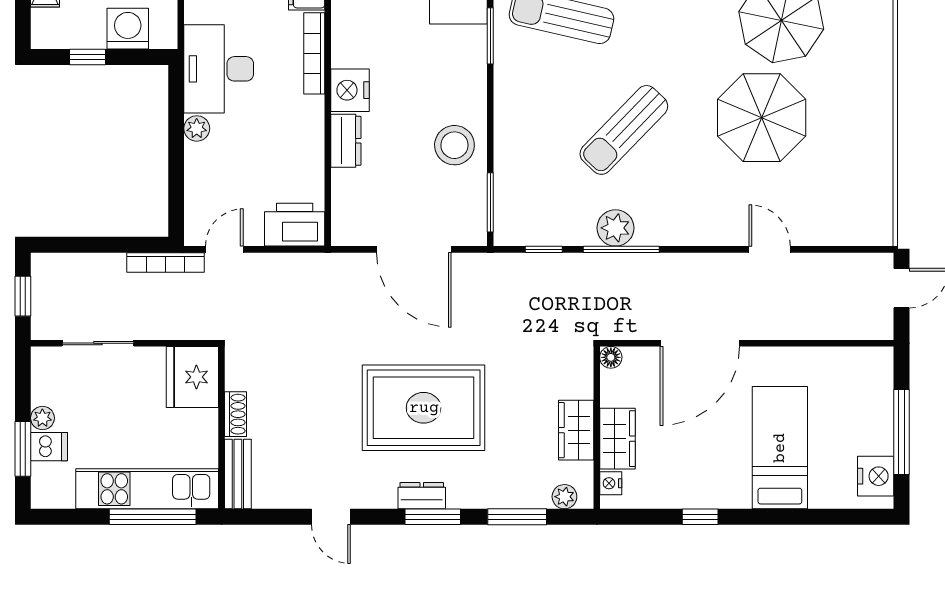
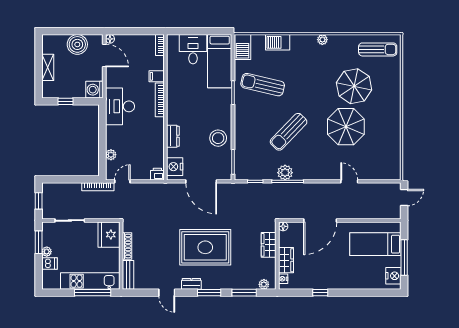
washing machine: (128, 29) -> (94, 90), moved, turned -90
nightstand: (350, 90) -> (175, 167), moved
plant: (197, 128) -> (111, 155), moved
printer: (295, 225) -> (157, 174), width x0.53, depth x0.68
shoe rack: (235, 414) -> (127, 246), width x1.43
wardrobe: (576, 430) -> (269, 245), moved
bed: (780, 448) -> (375, 244), moved, turned -90
window: (23, 449) -> (39, 242), moved
dresser: (422, 496) -> (191, 284), moved

